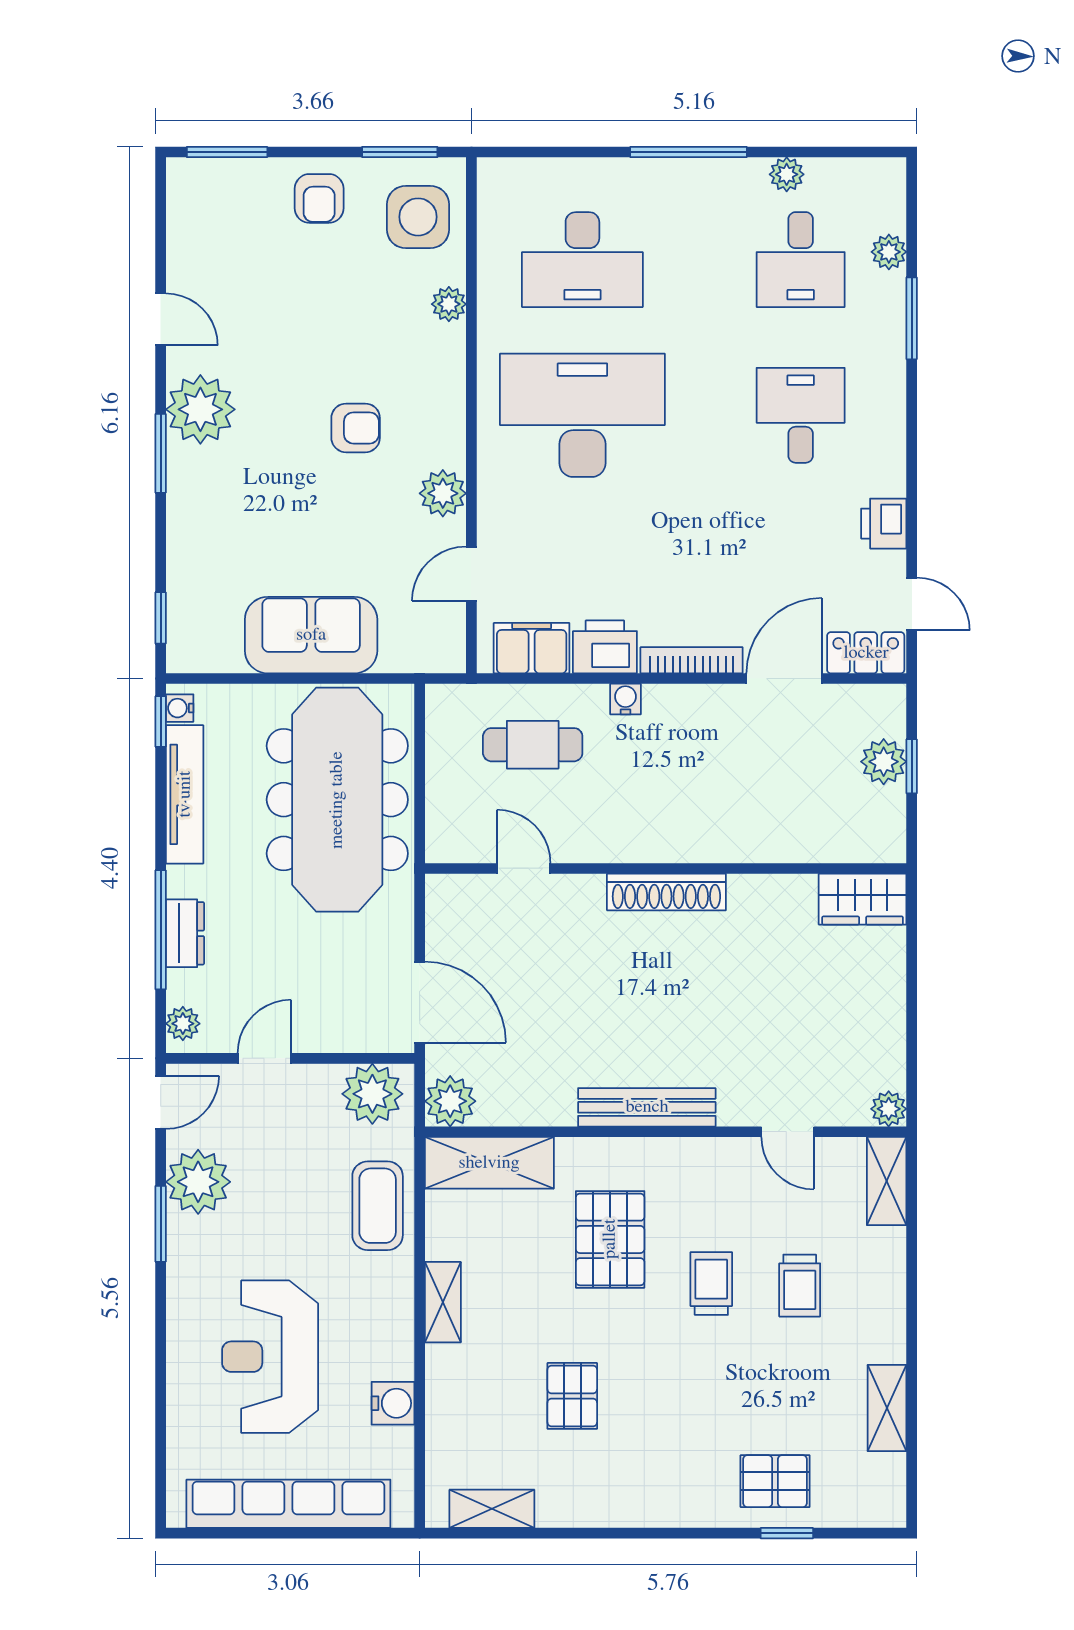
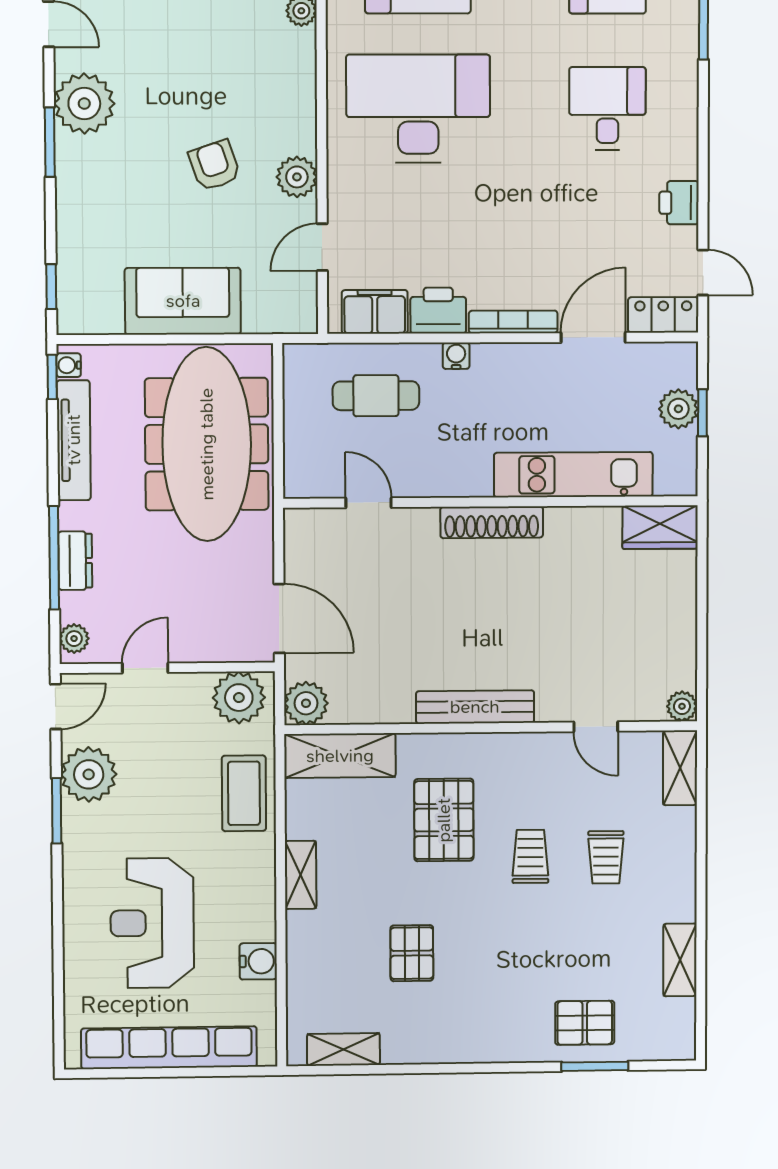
armchair: (356, 428) -> (215, 165), moved, turned -109
kitchen unit: (761, 837) -> (573, 475), added
window: (787, 1533) -> (595, 1066), width x1.50

